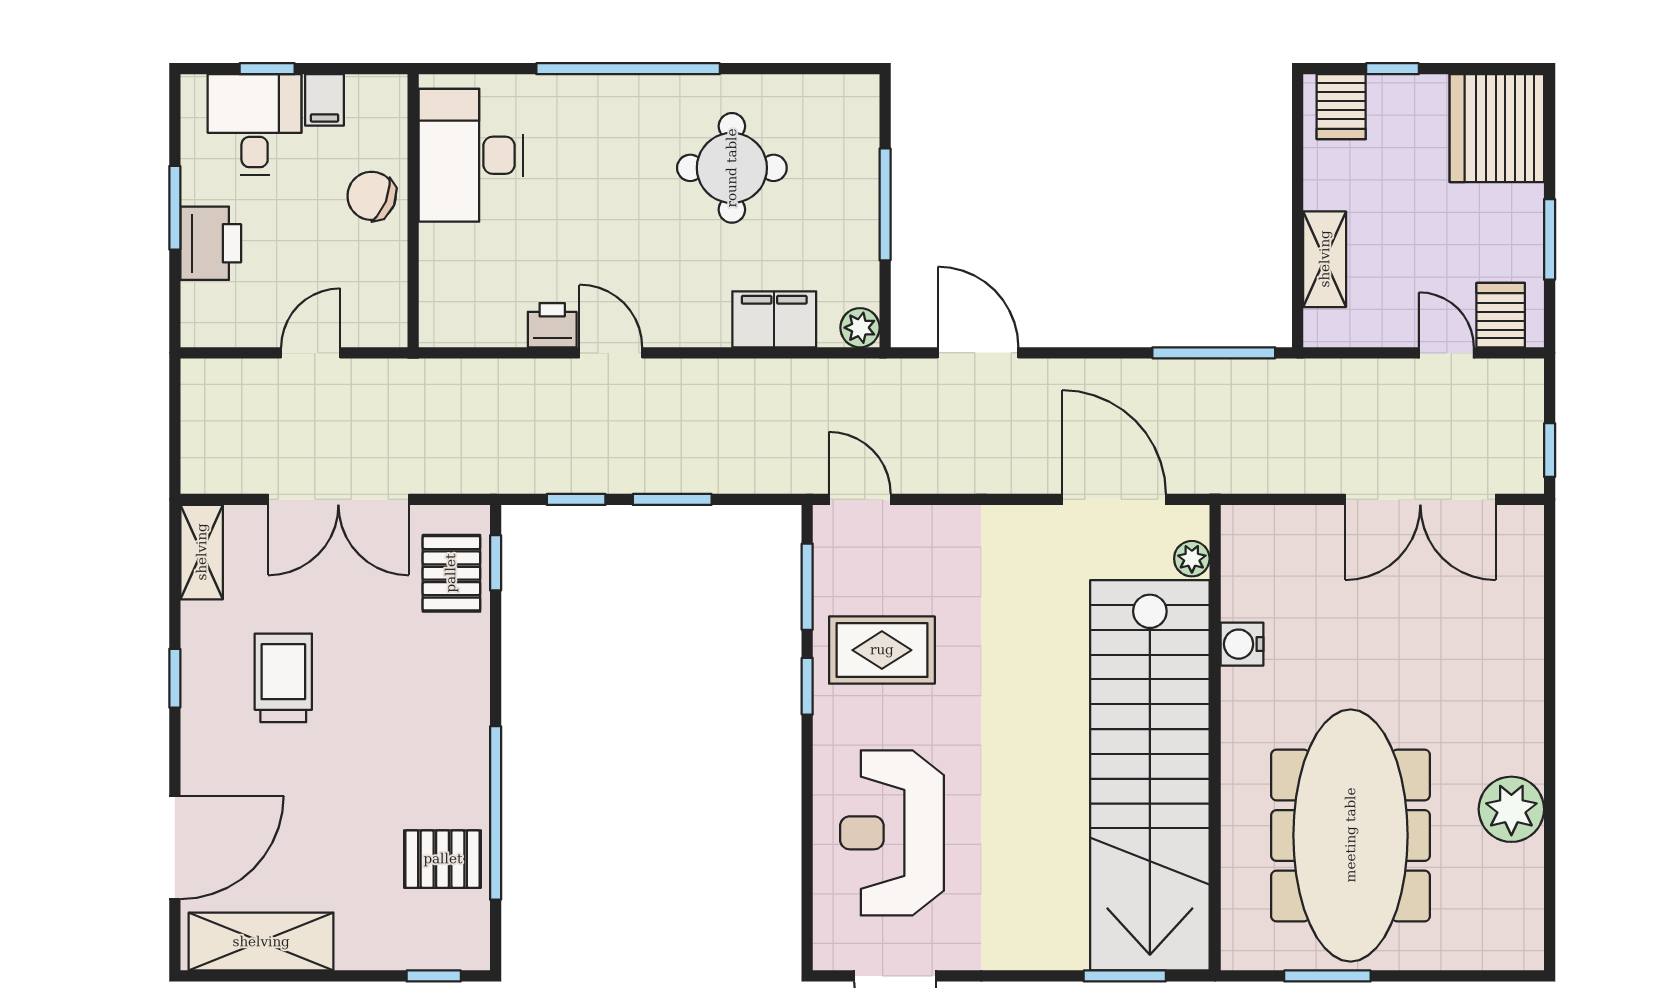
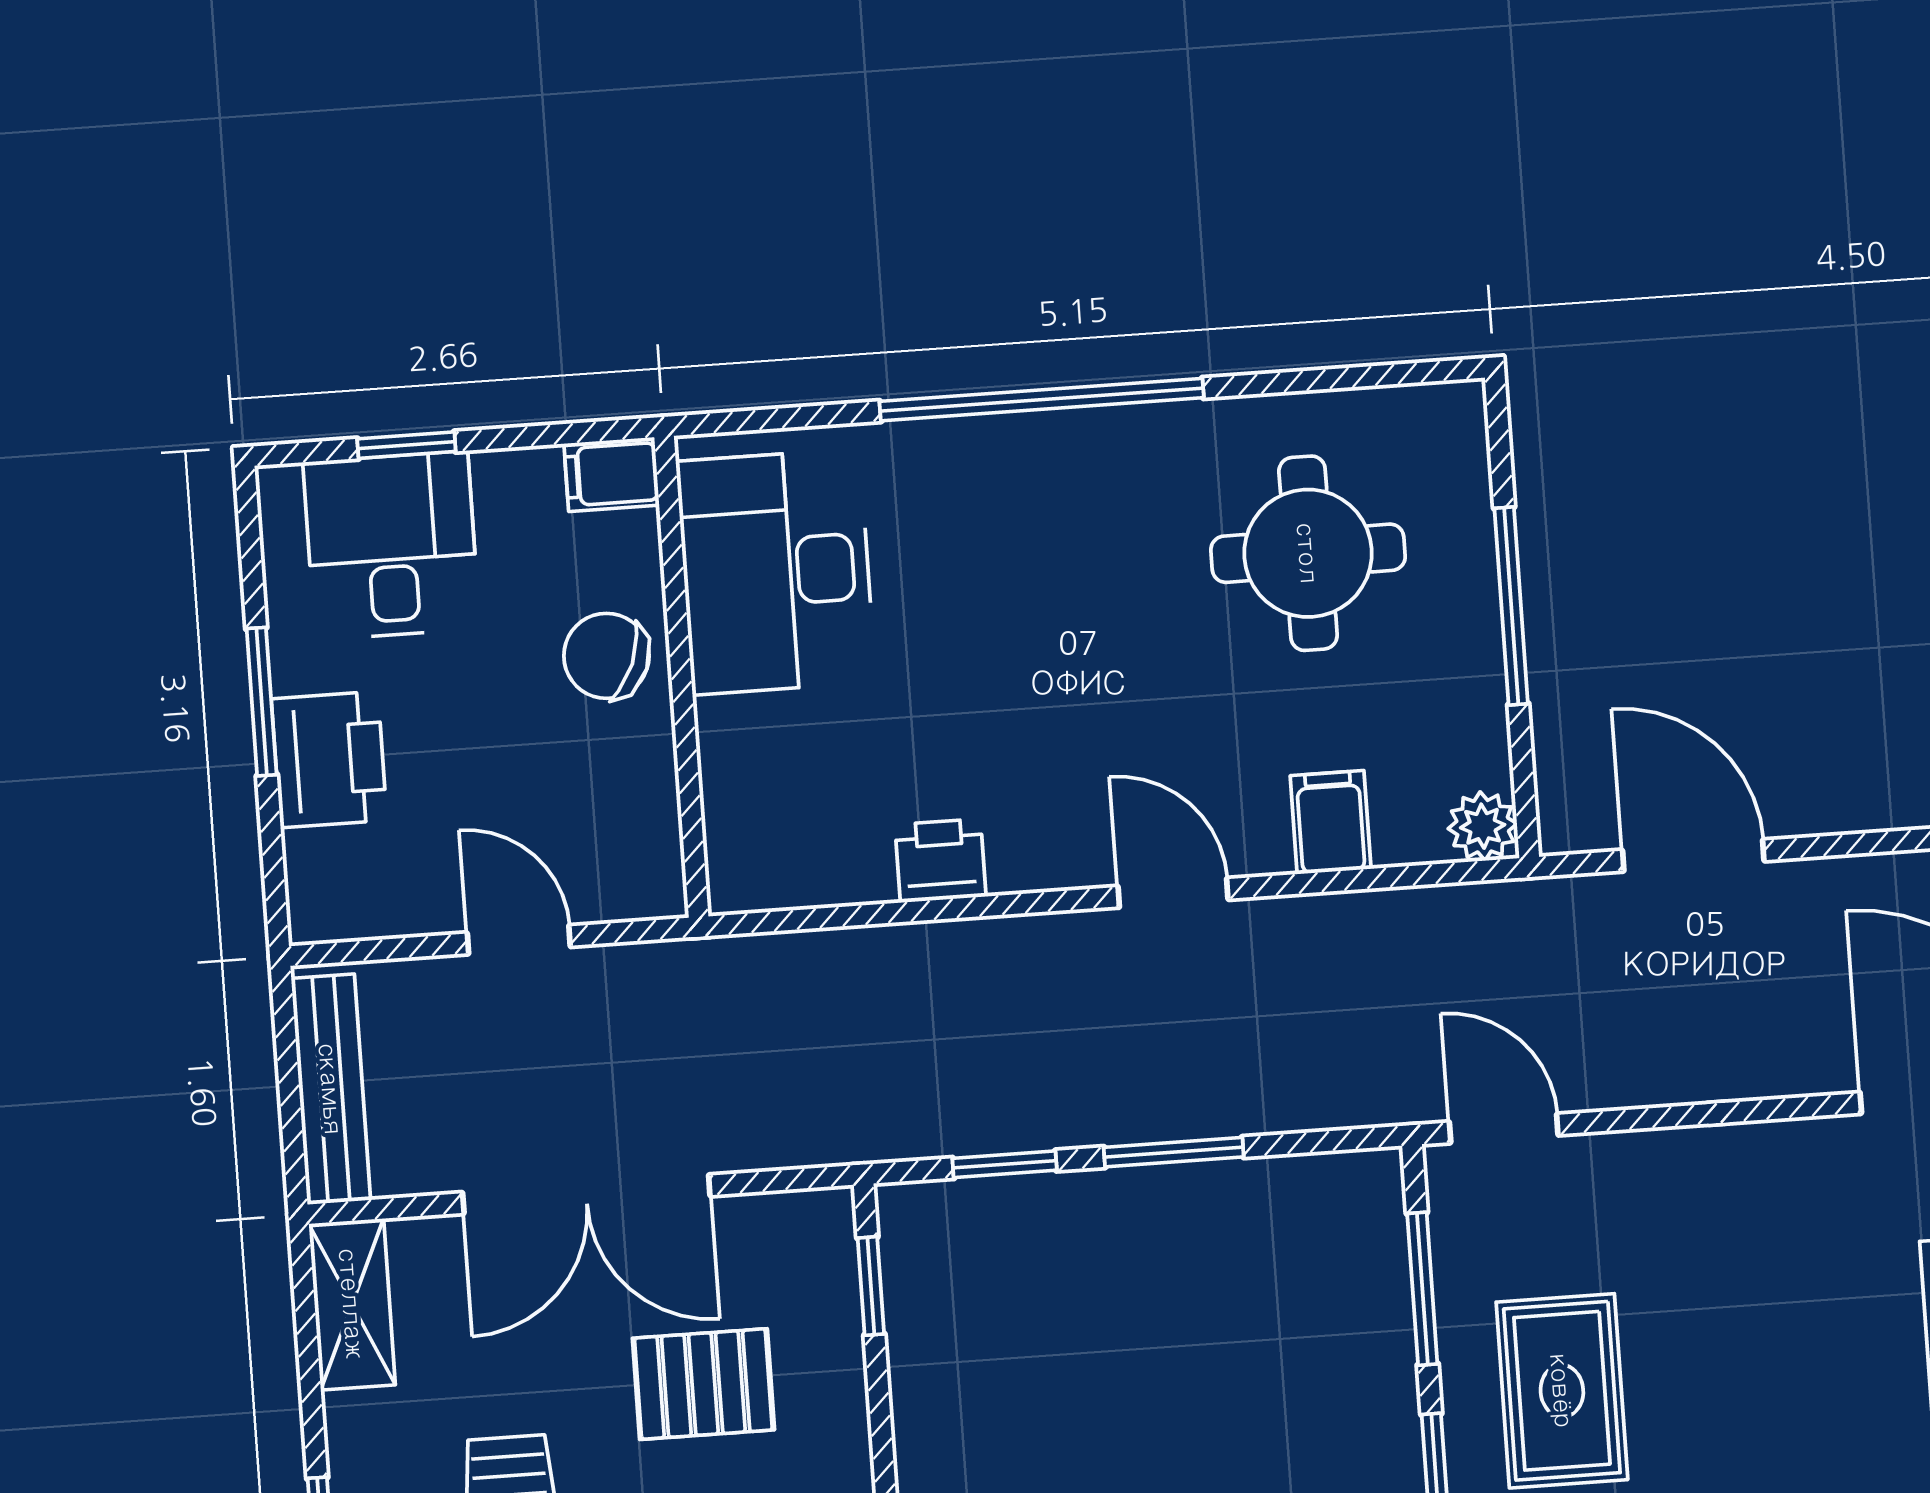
filing cabinet: (324, 100) -> (612, 474), moved, turned 90
round table: (732, 168) -> (1308, 553), moved
filing cabinet: (774, 319) -> (1331, 822), width x0.50
door: (311, 353) -> (519, 940), hinge flipped
door: (611, 353) -> (1173, 893), moved
bench: (198, 430) -> (331, 1089), added
pallet: (451, 573) -> (703, 1384), moved, turned 90
rug: (882, 650) -> (1562, 1391), turned 90

